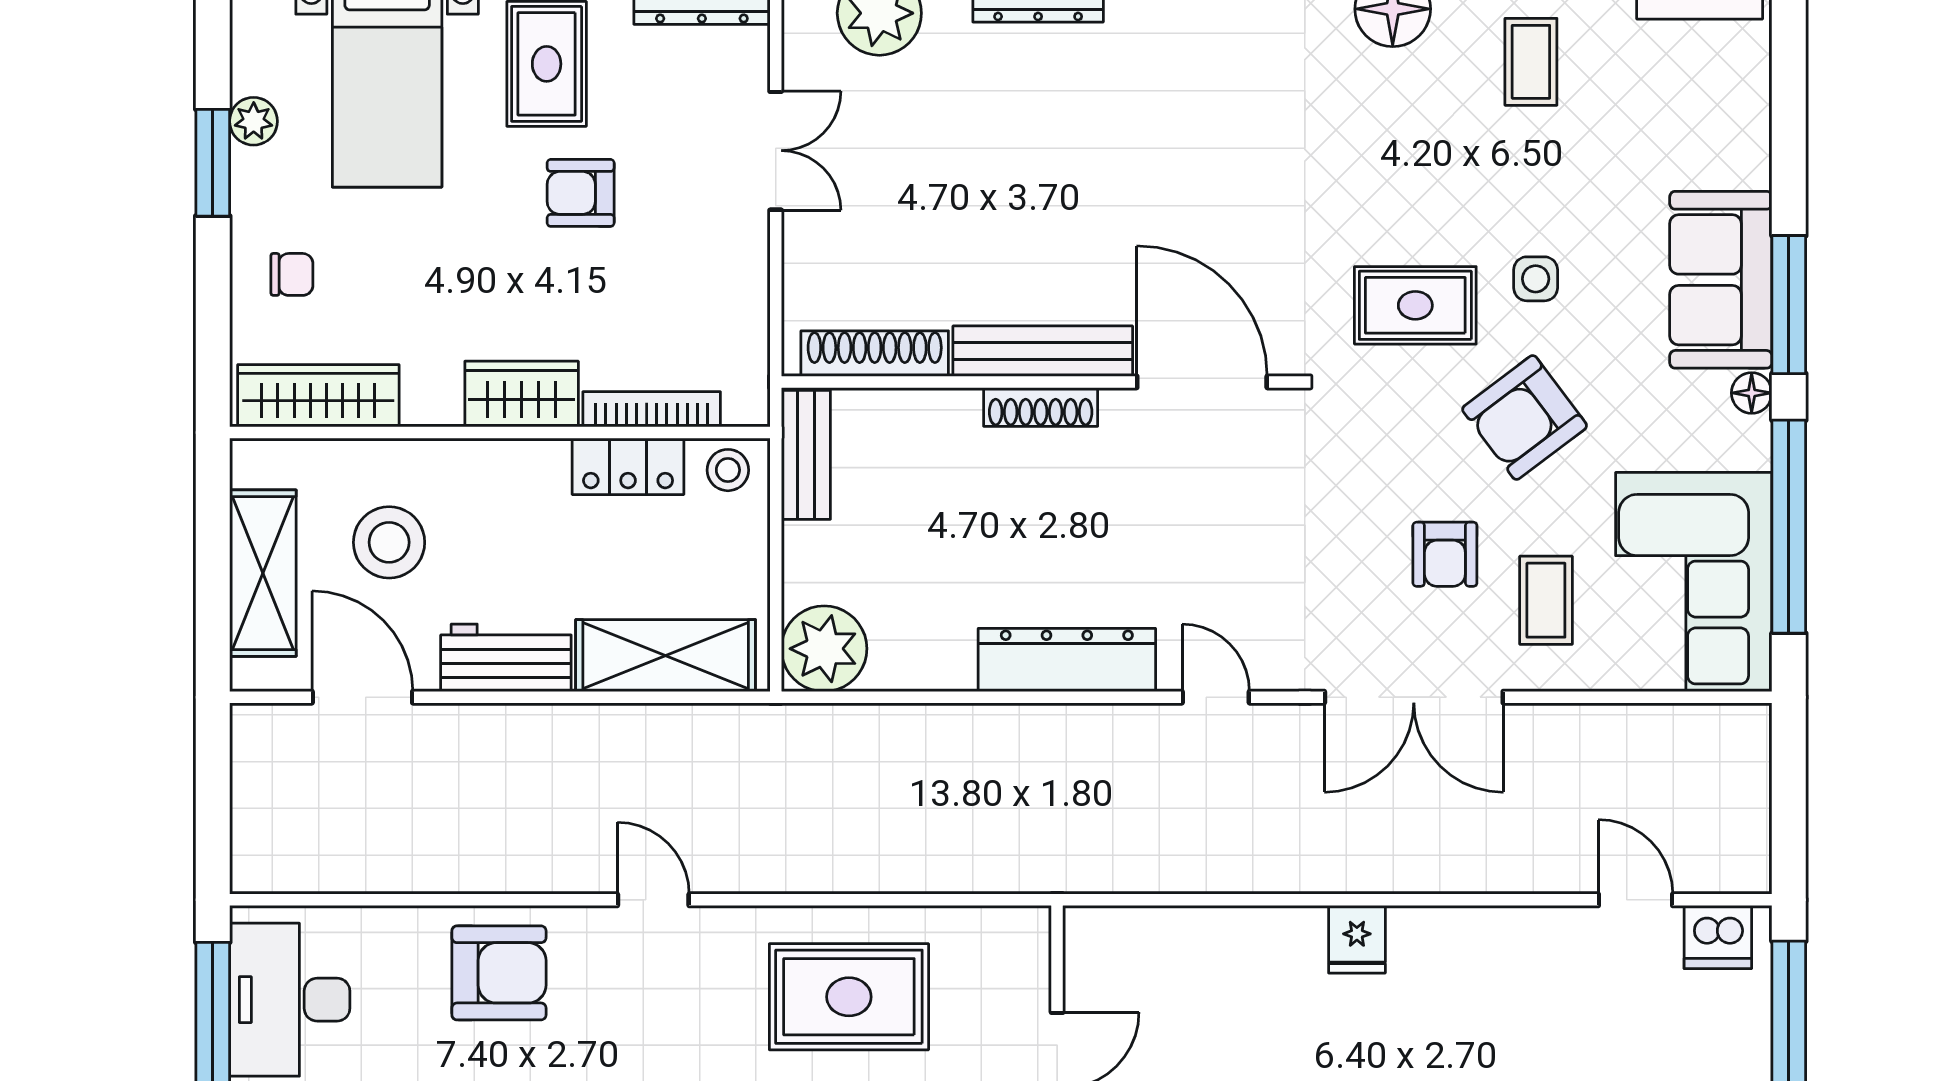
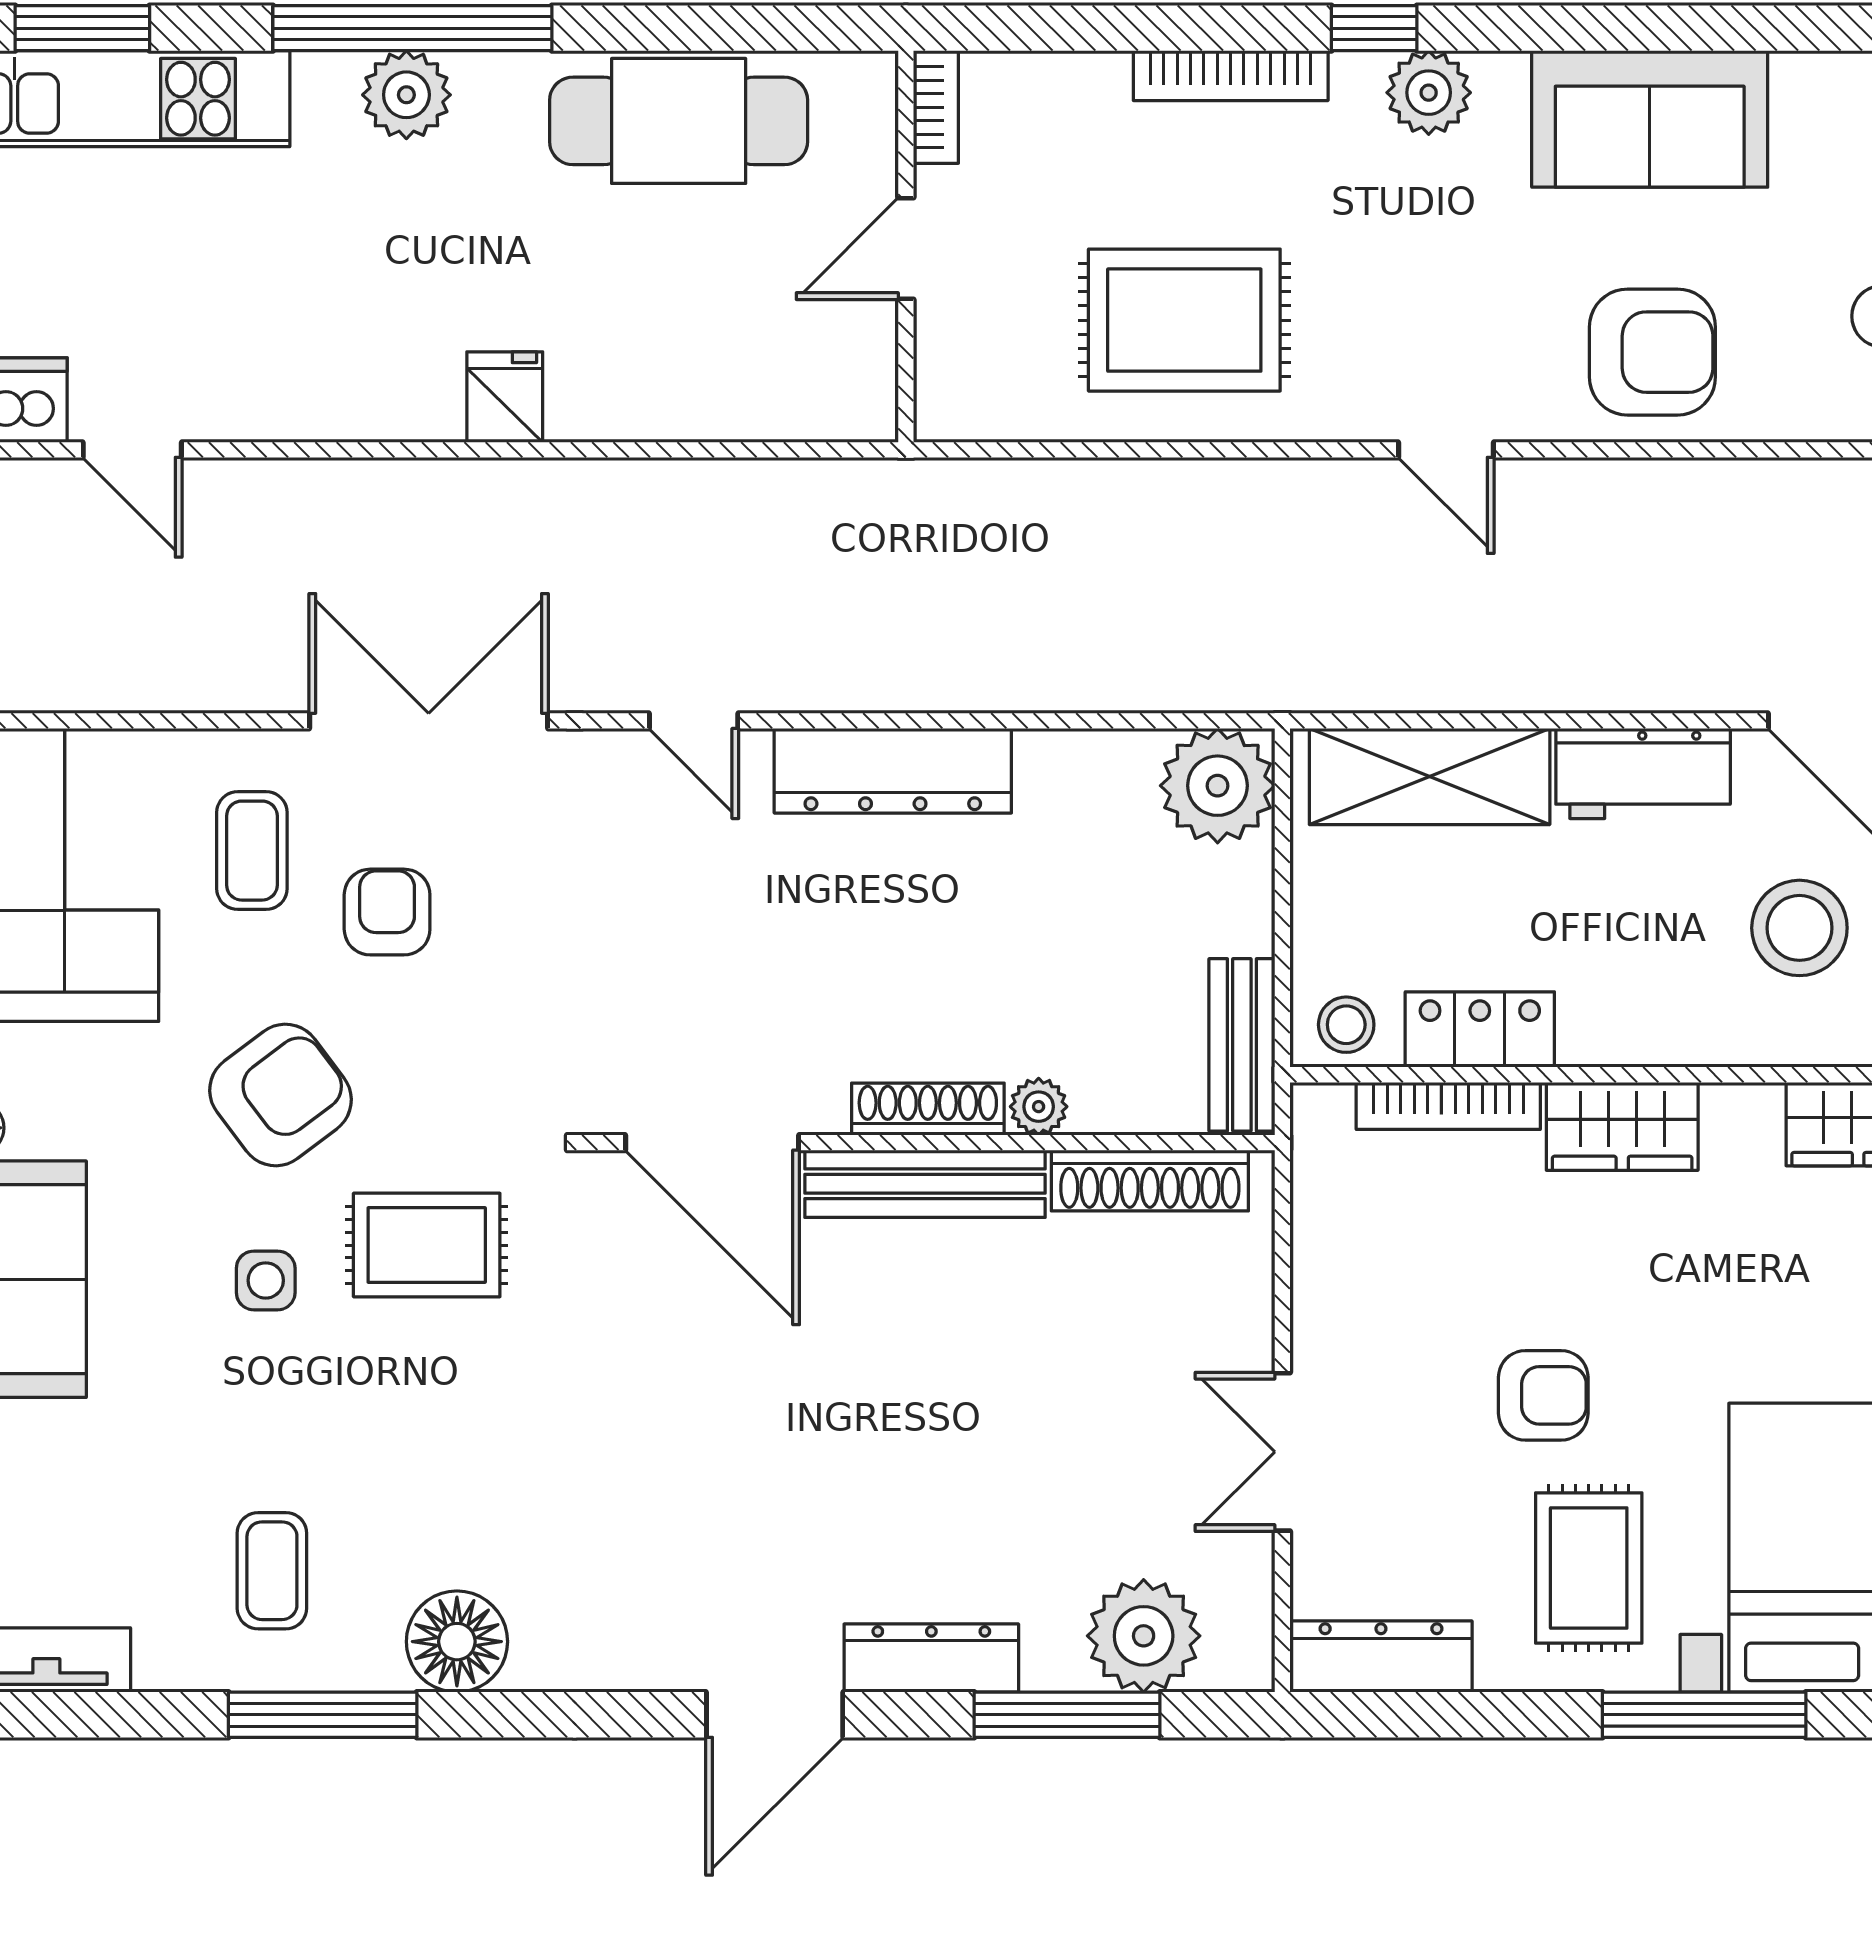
plant: (958, 409) -> (1039, 1107), added
armchair: (499, 973) -> (1652, 352), turned 180

